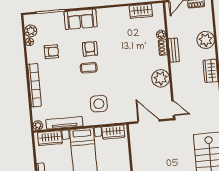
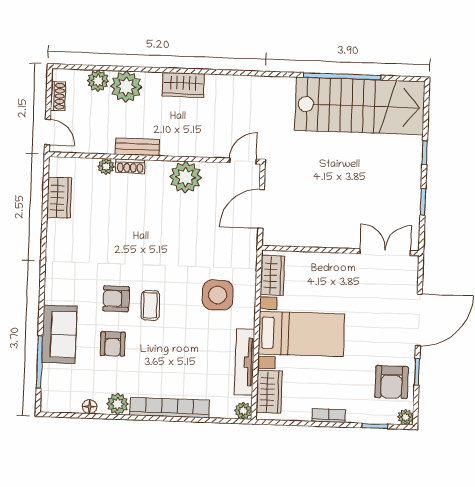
sofa: (81, 19) -> (59, 334), moved
plant: (207, 24) -> (98, 81), added
plant: (31, 31) -> (118, 404), moved
armchair: (51, 52) -> (113, 344), moved, turned 180

